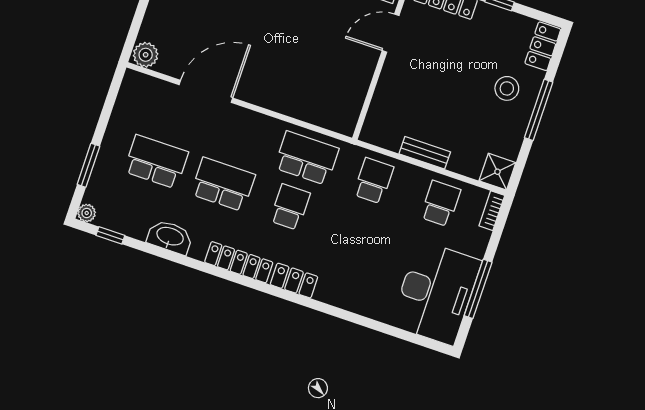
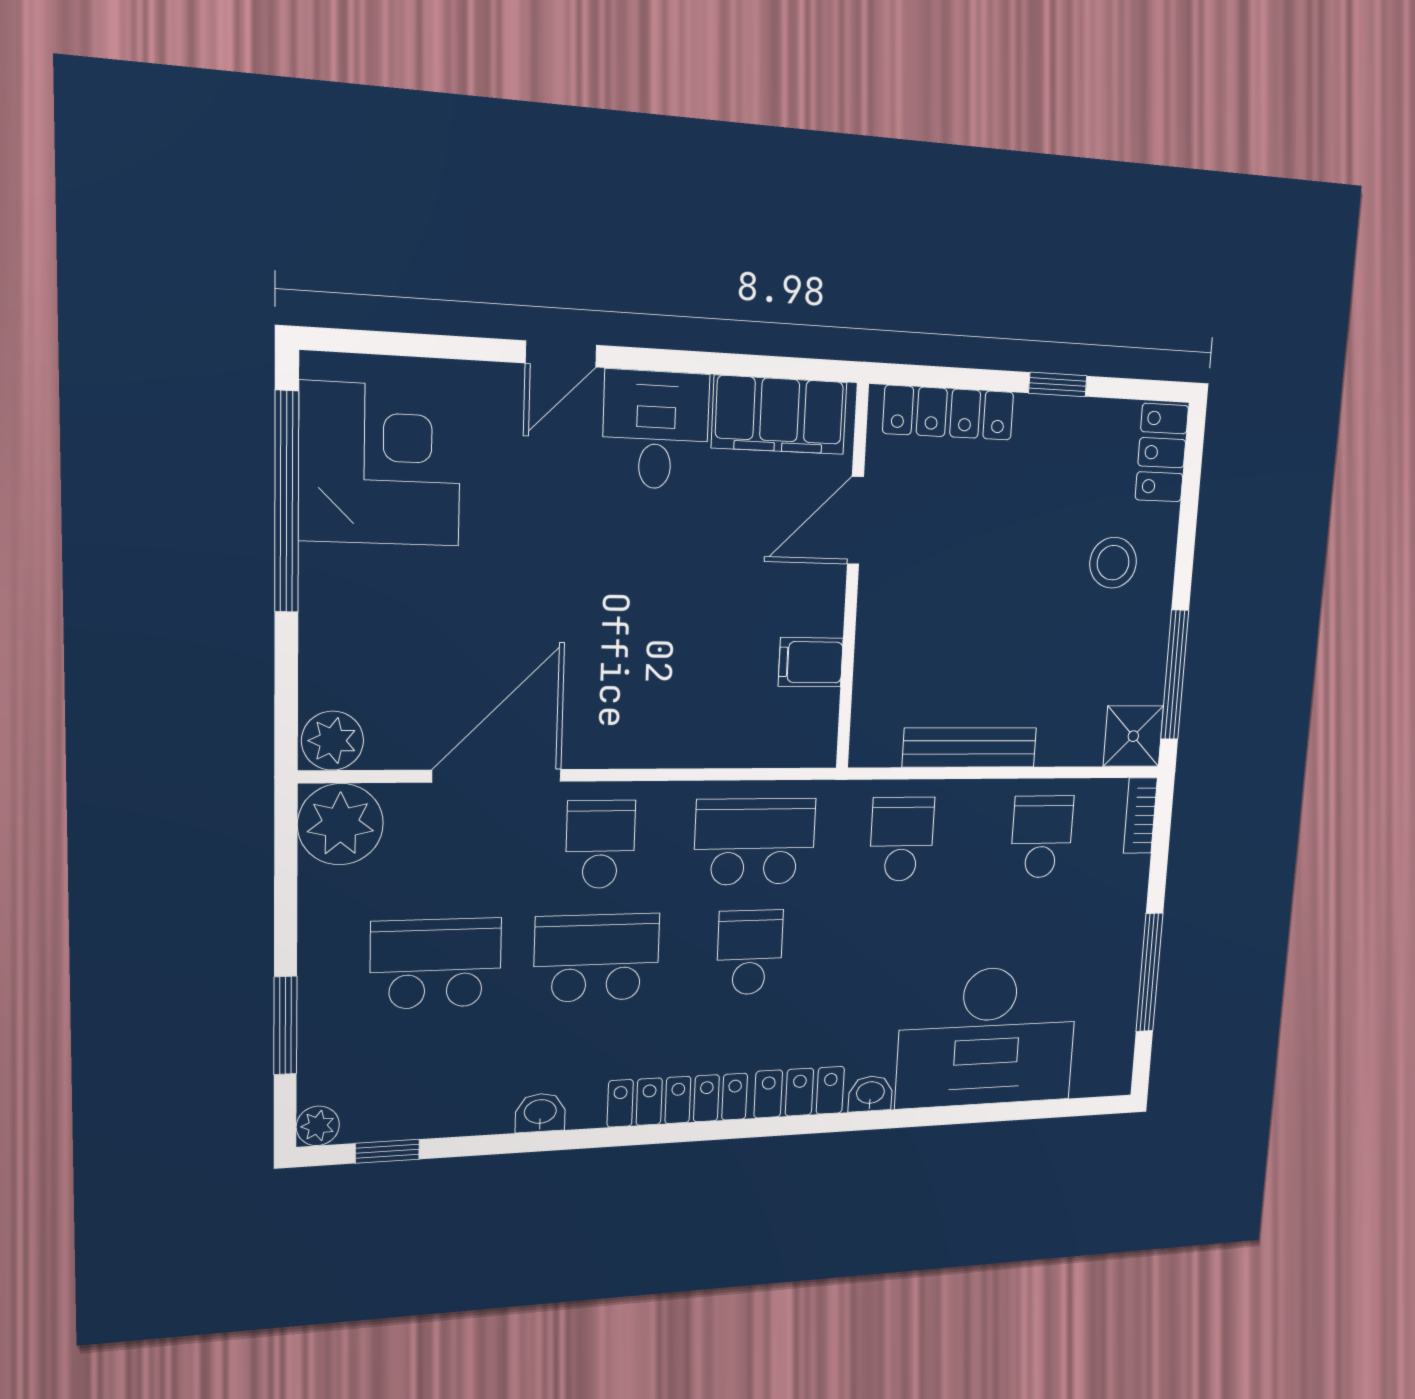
filing cabinet: (354, 88) -> (811, 662), added
plant: (137, 90) -> (340, 824), added
window: (539, 110) -> (1175, 675), moved
school desk: (240, 135) -> (600, 844), added
bench: (425, 153) -> (970, 748), width x1.36
washbasin: (170, 237) -> (540, 1113), width x0.52, depth x0.69
desk: (436, 293) -> (987, 1037), moved, turned 90
washbasin: (326, 295) -> (870, 1094), added

